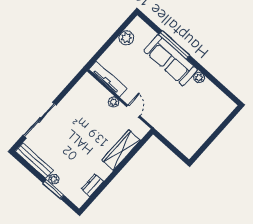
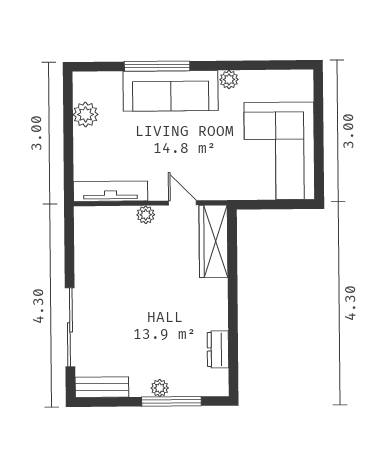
corner sofa: (193, 126) -> (279, 151), added
wardrobe: (121, 150) -> (213, 241), moved
bench: (34, 161) -> (102, 387), width x0.73
window: (53, 189) -> (171, 401), width x1.44

